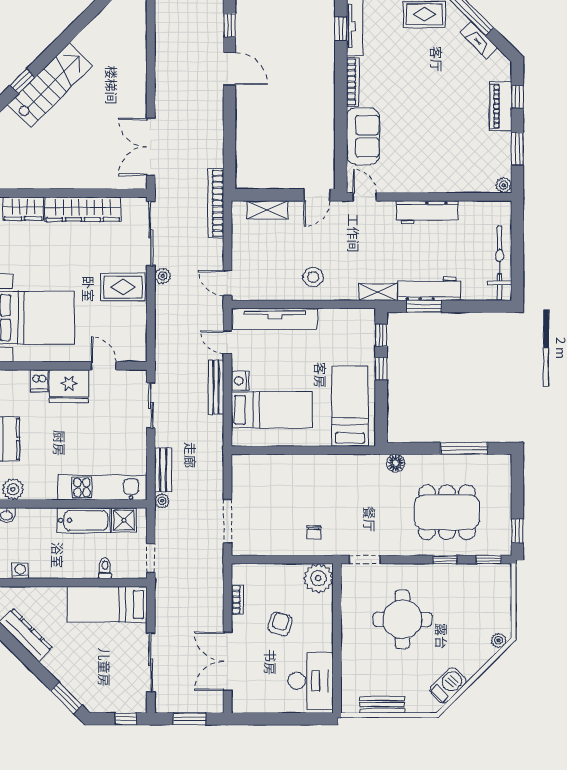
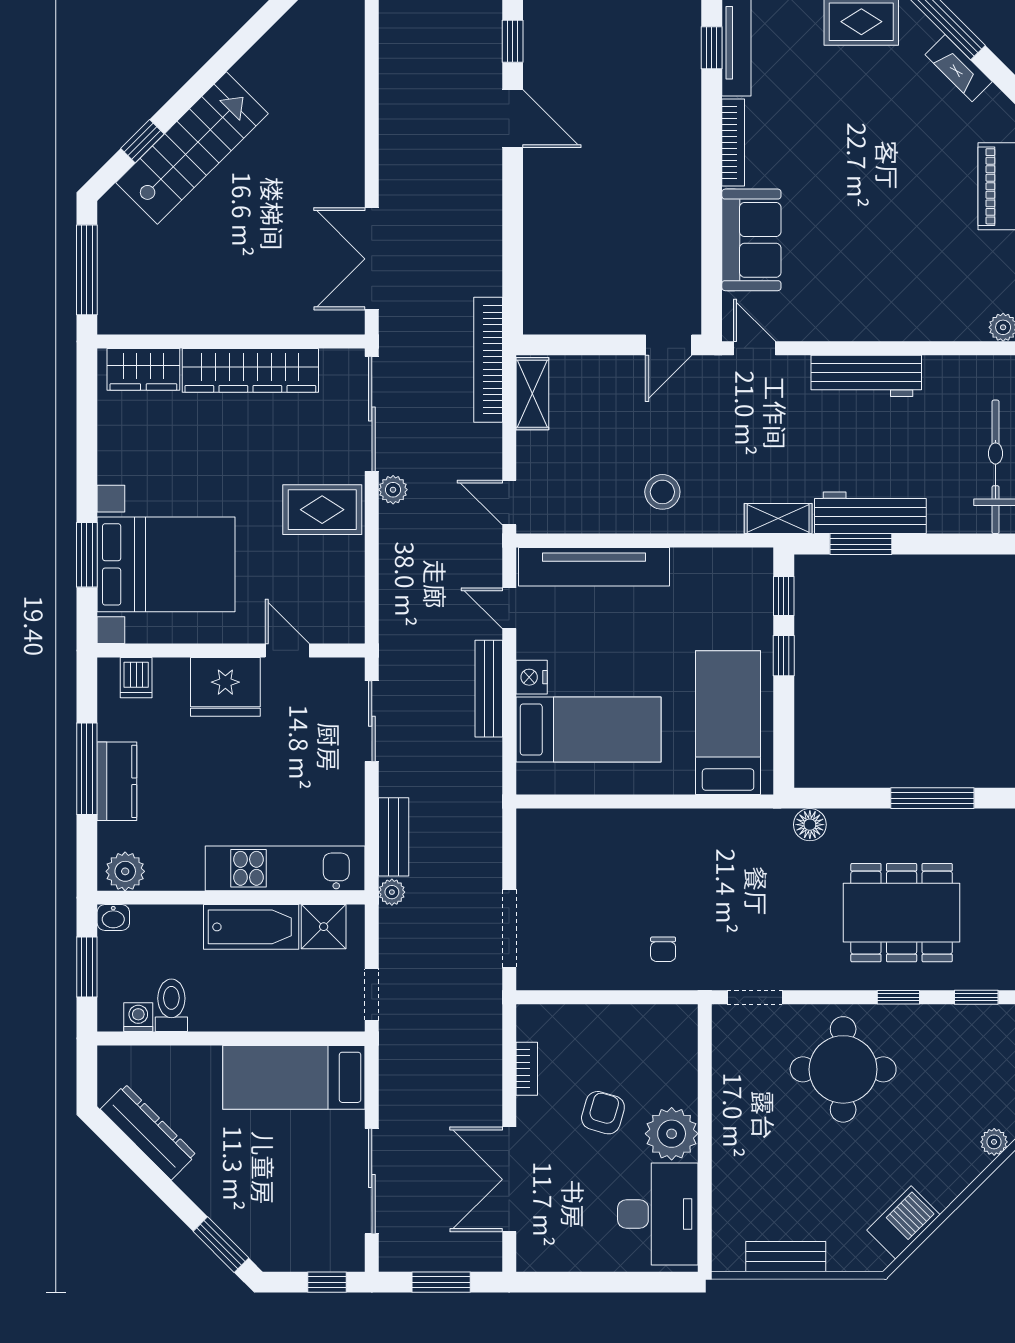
shelving: (267, 210) -> (532, 394), moved, turned 90
dishwasher: (39, 381) -> (136, 678), moved
toilet: (105, 568) -> (171, 1005), moved, width x1.37, depth x1.39
plant: (318, 578) -> (672, 1134), moved
round table: (402, 619) -> (843, 1069), moved

